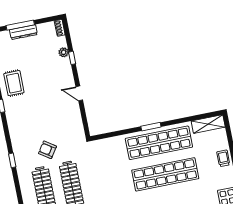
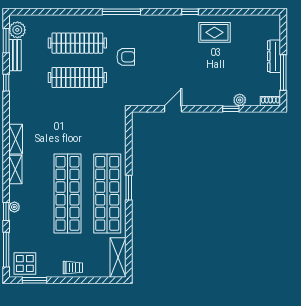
window: (20, 25) -> (283, 73), moved
door: (79, 93) -> (173, 109), moved
armchair: (47, 150) -> (126, 57), turned 56
window: (12, 160) -> (121, 12), width x2.17

